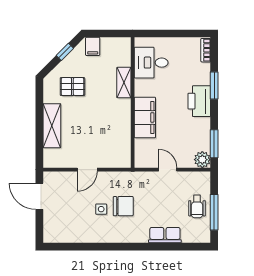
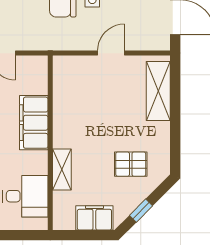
filing cabinet: (93, 46) -> (94, 218), width x2.00
shelving: (52, 126) -> (158, 91), moved

